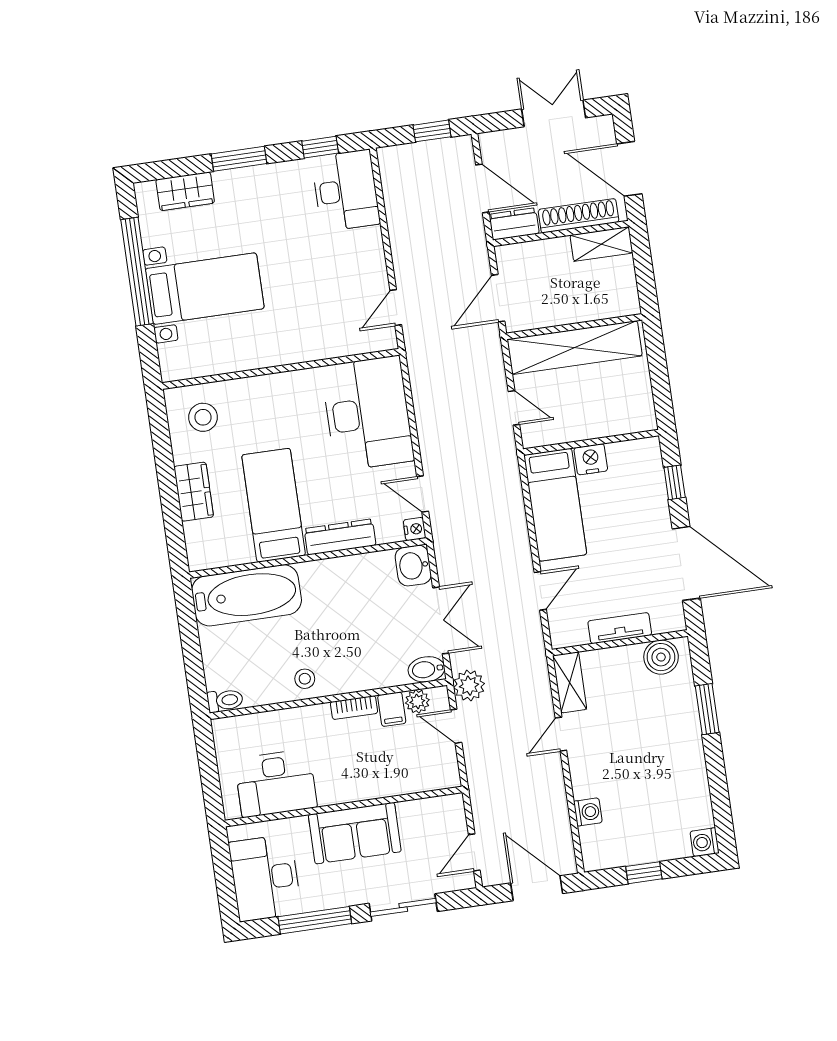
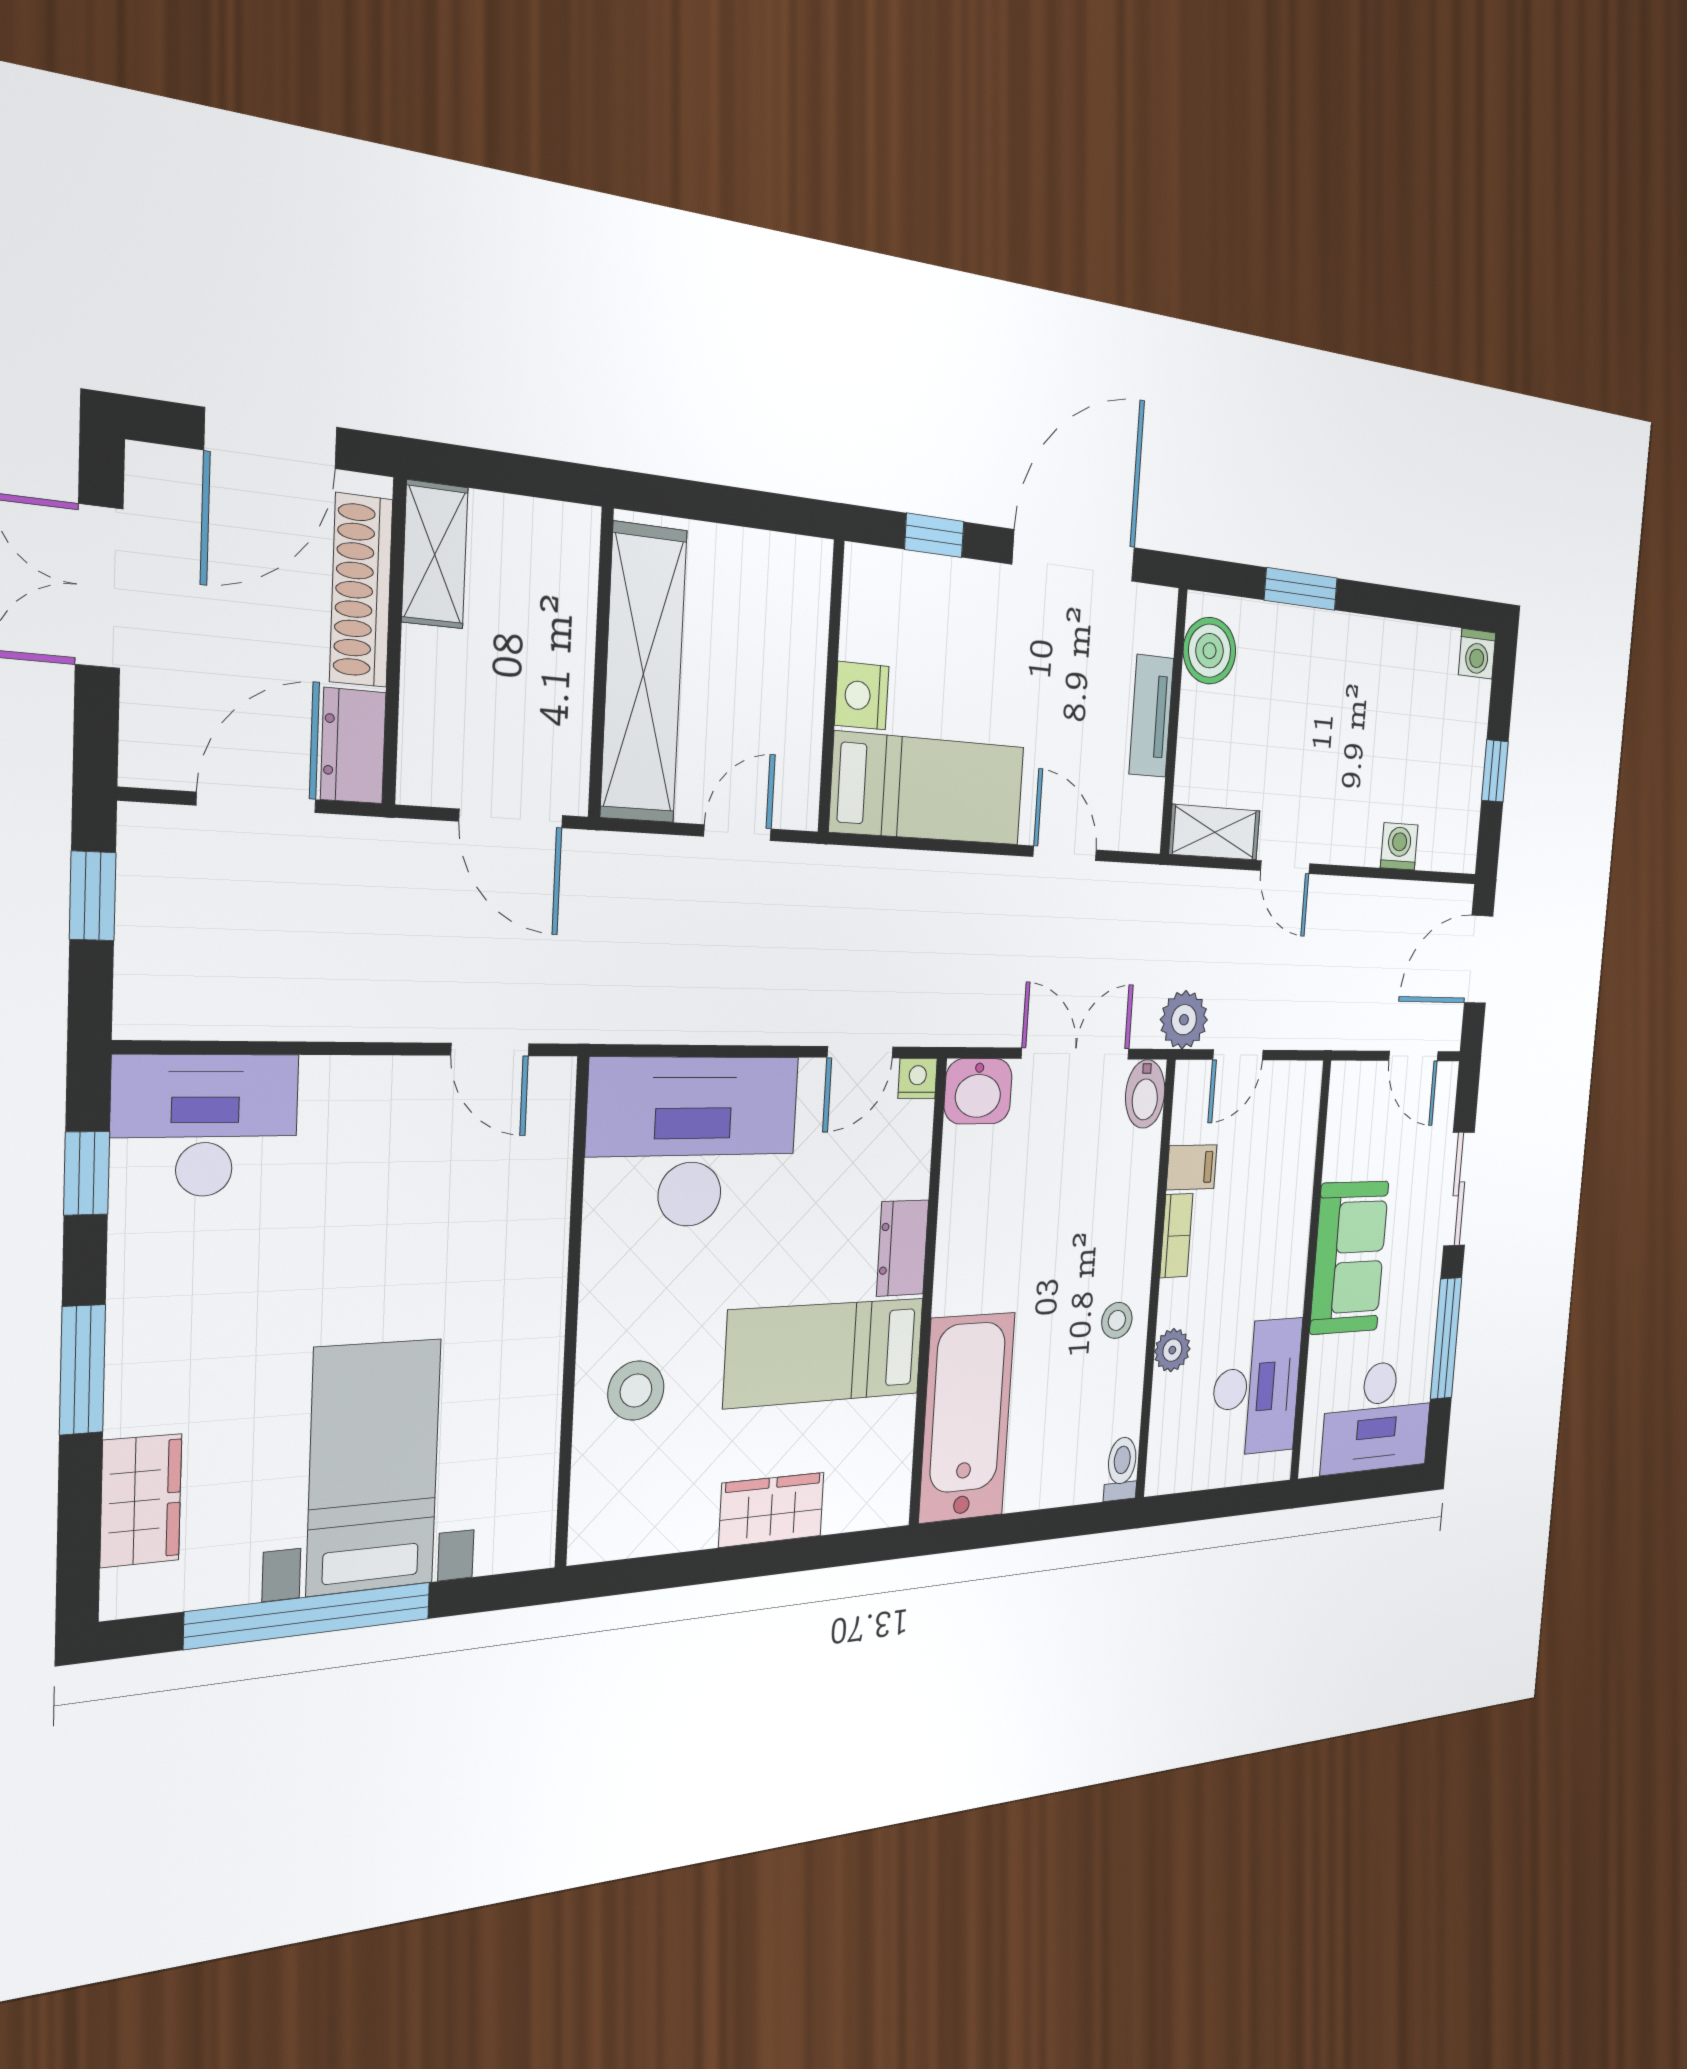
stool: (203, 417) -> (636, 1391), moved
dresser: (340, 537) -> (903, 1248), width x0.70
plant: (417, 701) -> (1172, 1350), moved

